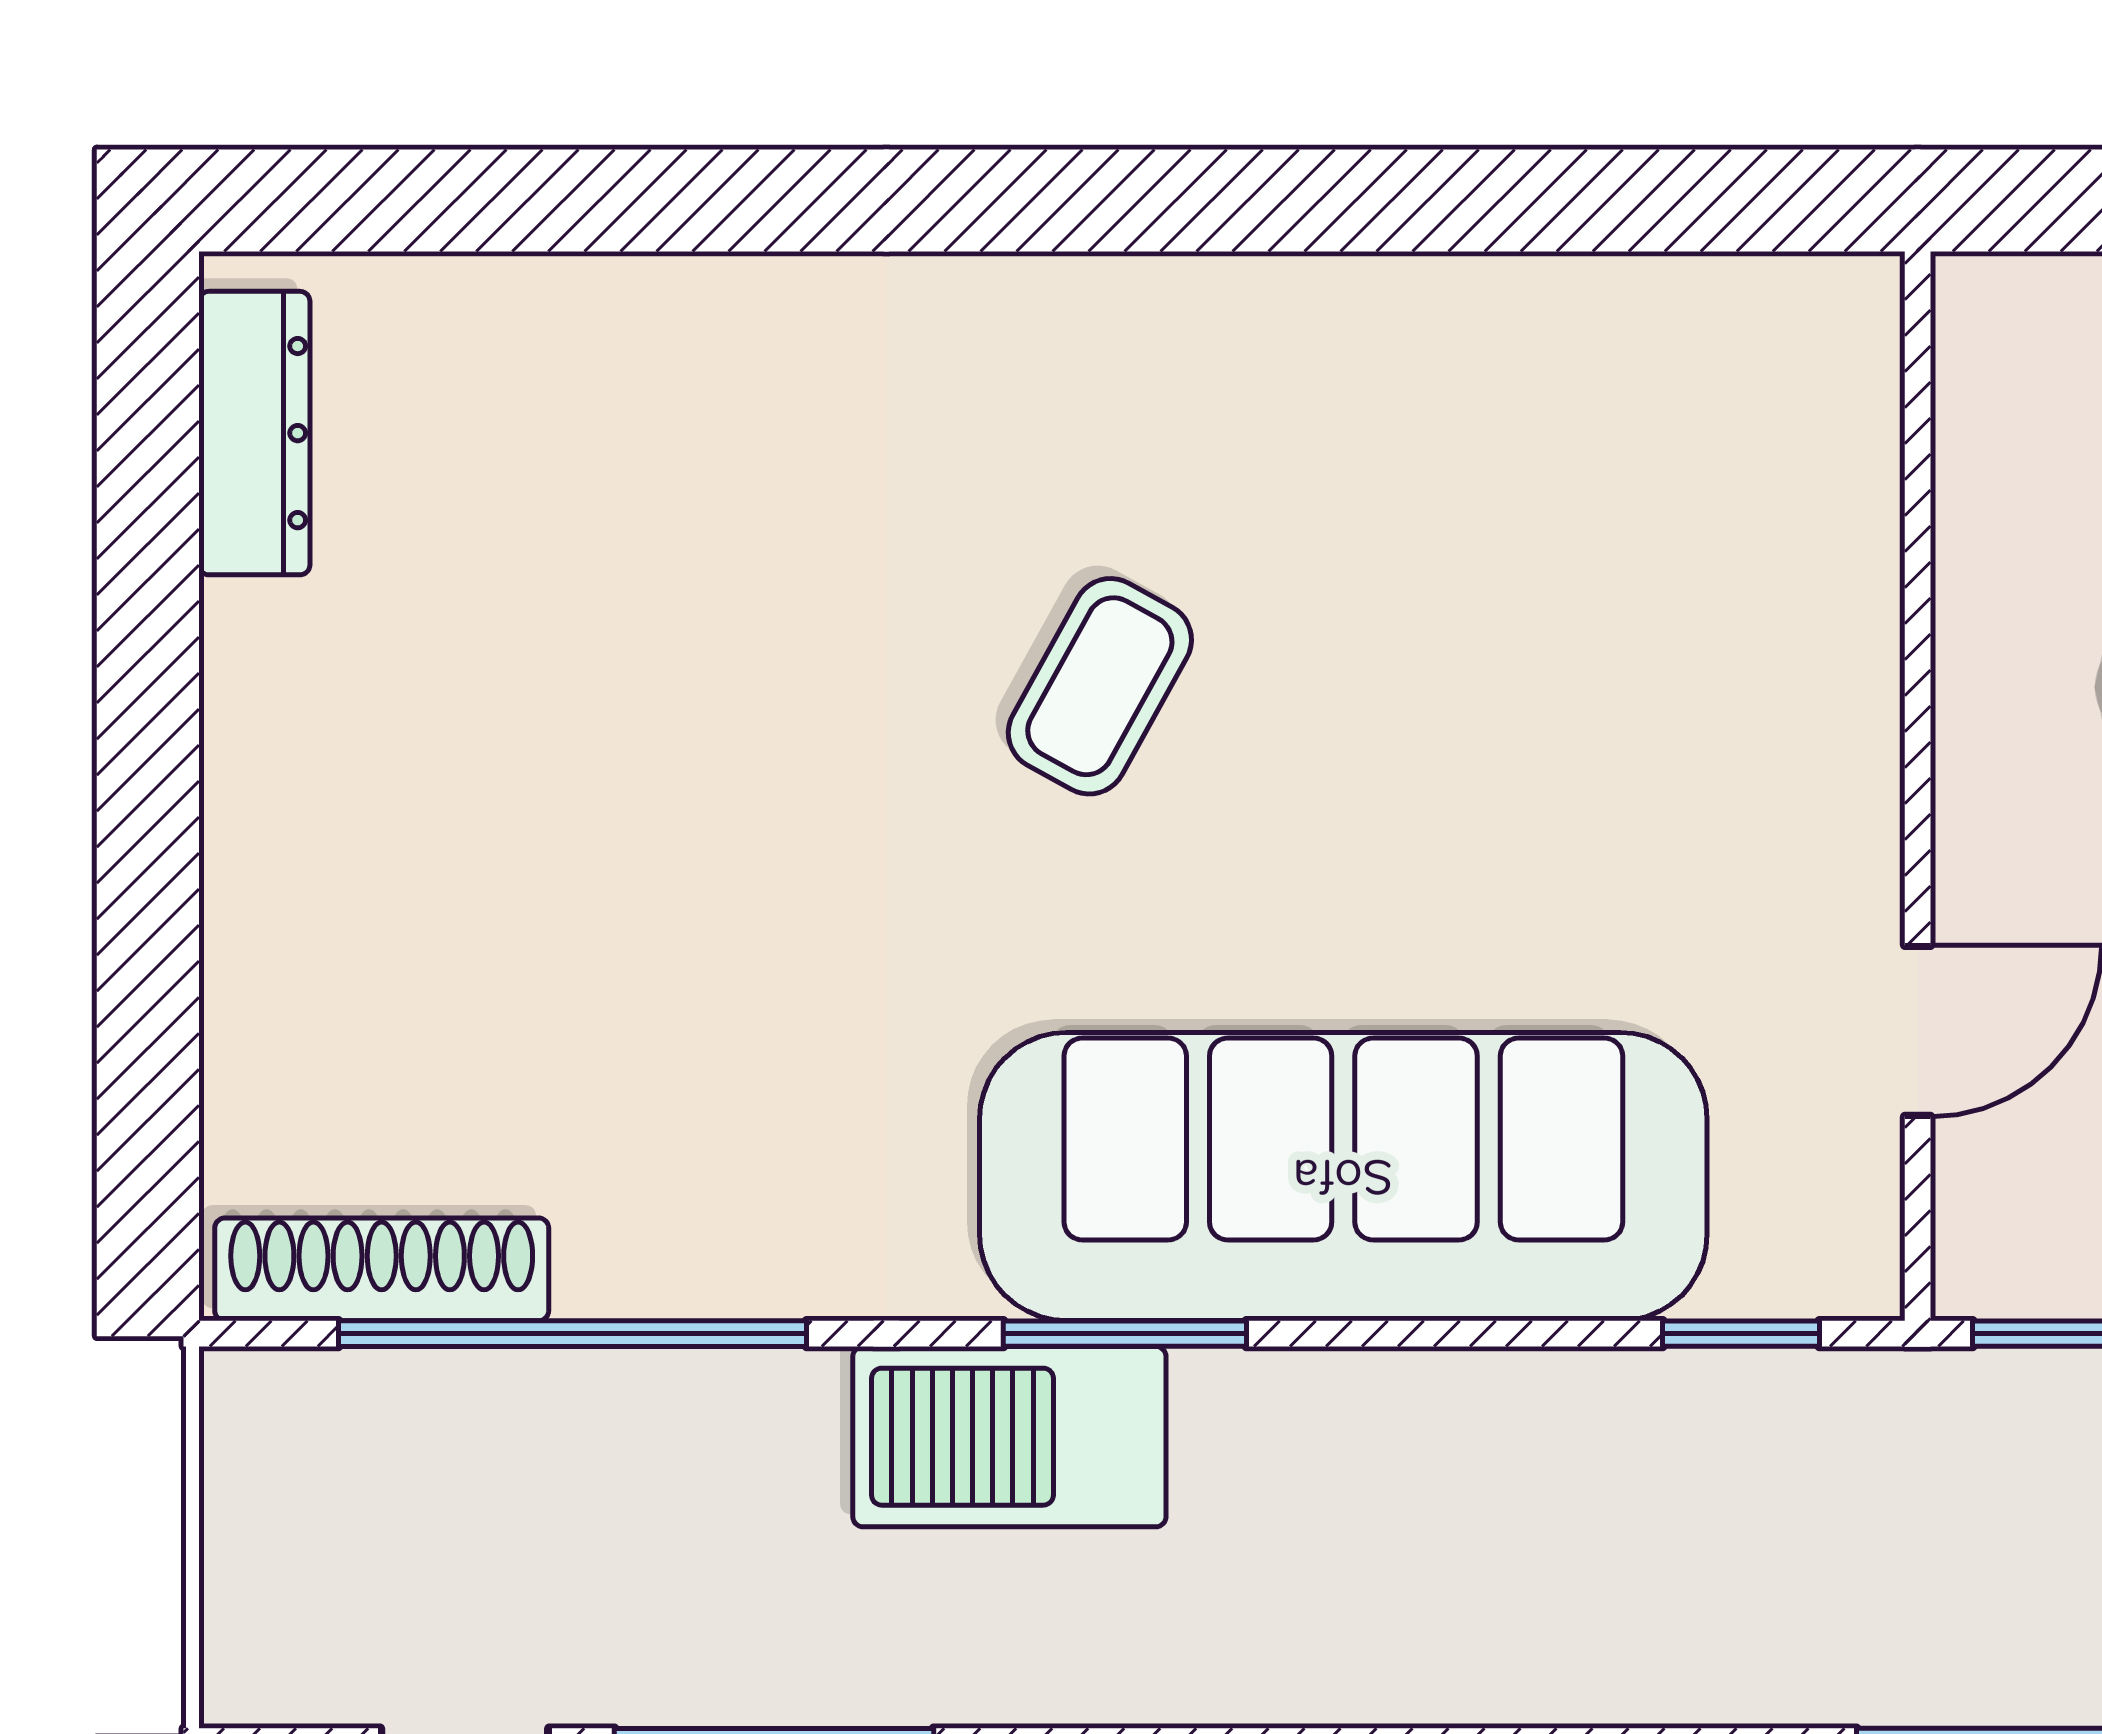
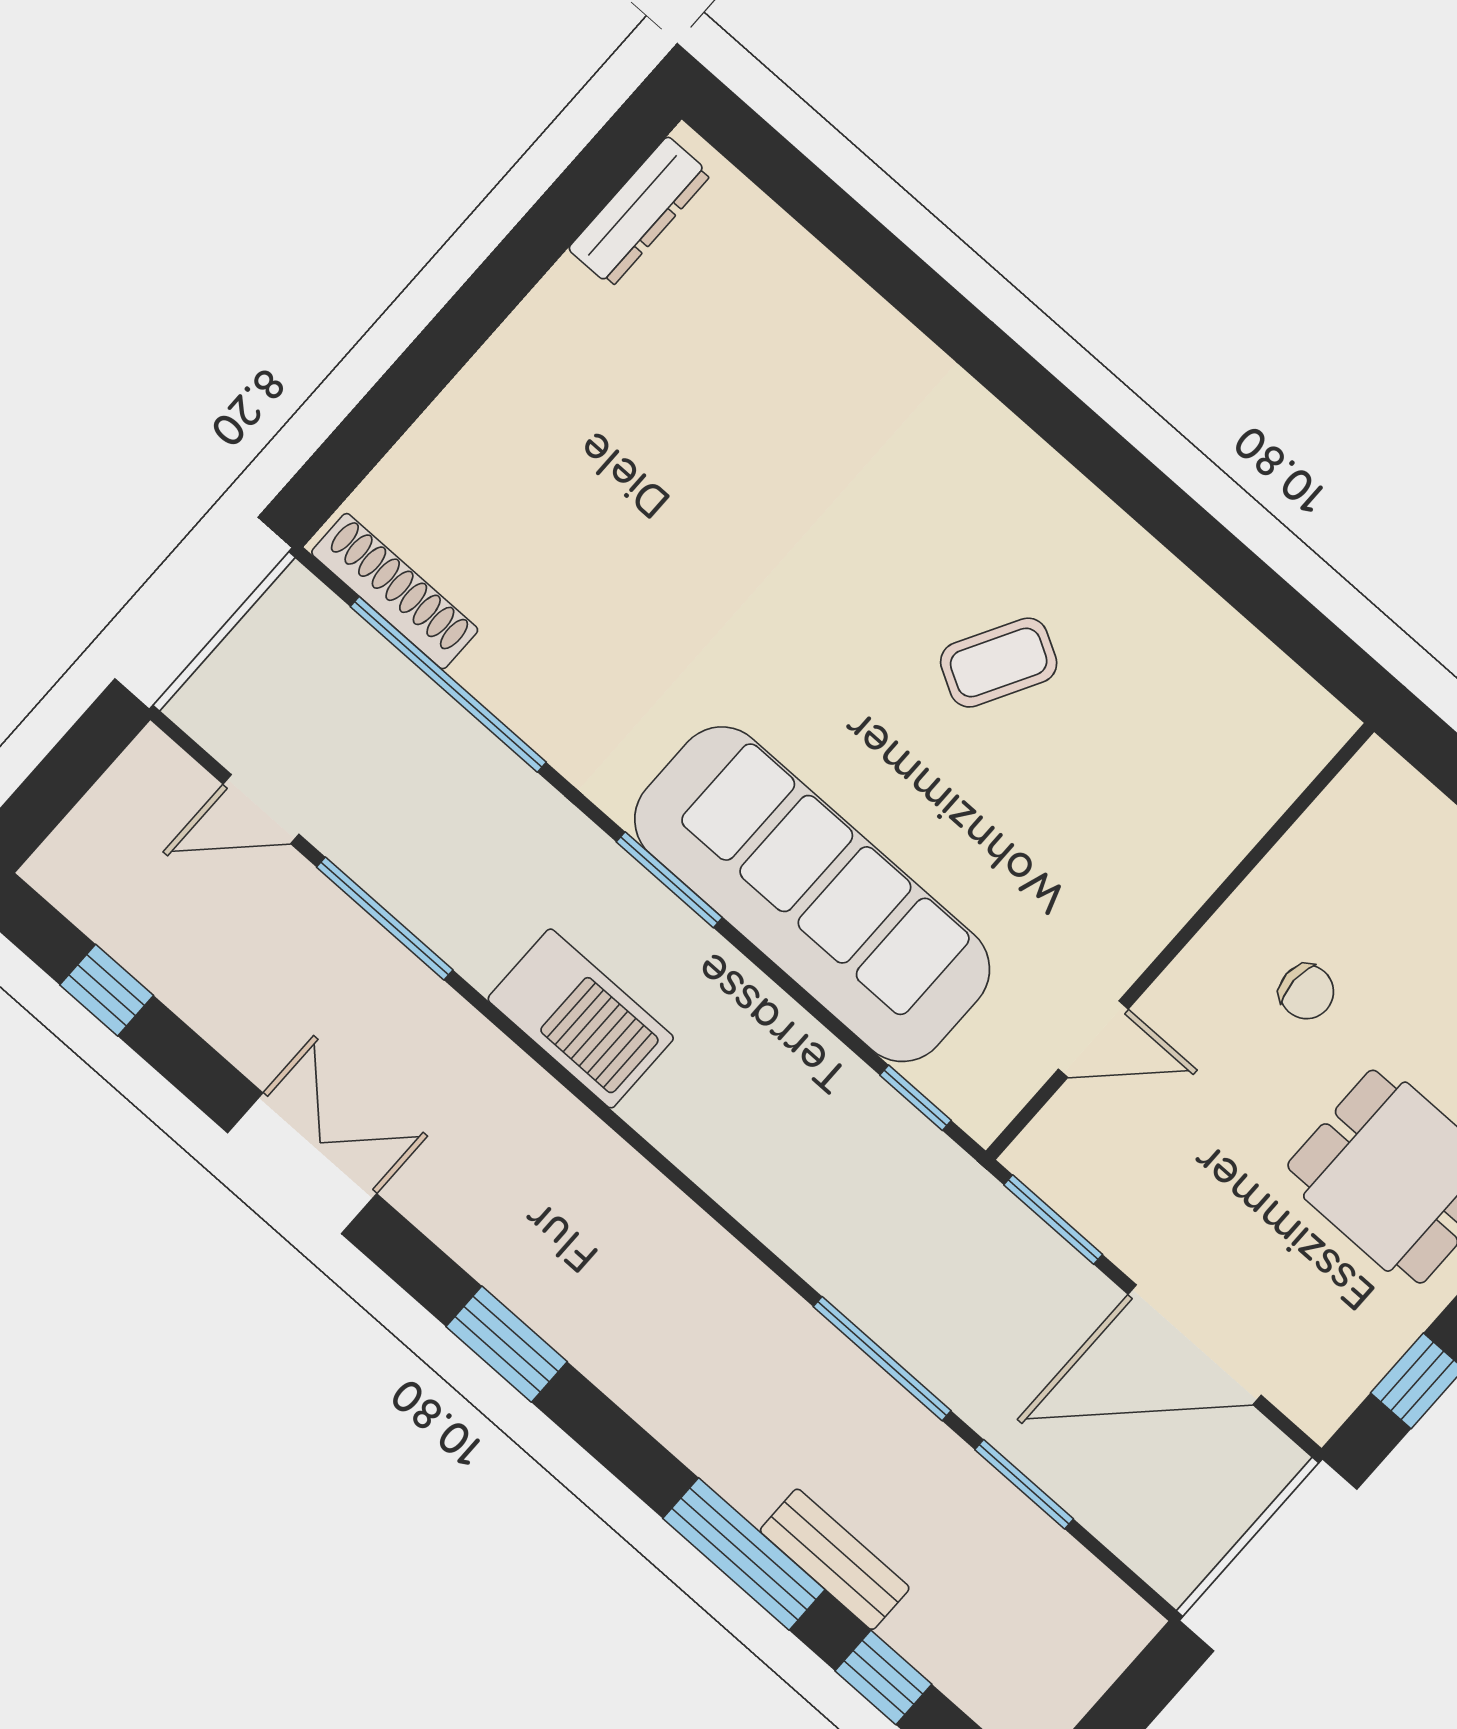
coffee table: (1100, 686) -> (999, 663), moved
barbecue: (1009, 1437) -> (581, 1018), moved, turned 180

